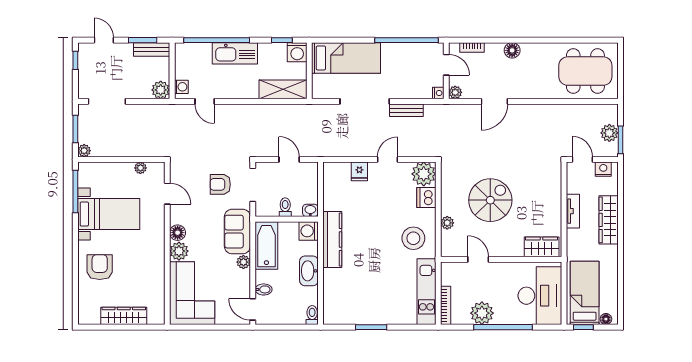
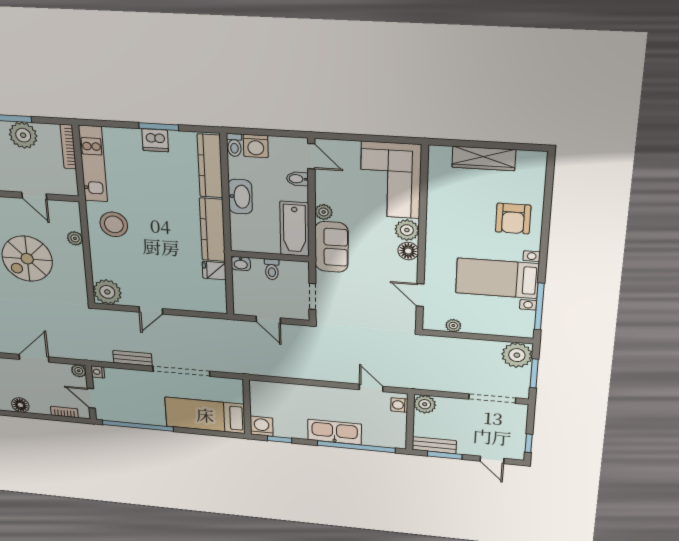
shelving: (283, 89) -> (277, 391), removed
plant: (84, 151) -> (517, 355), width x1.87, depth x1.87
fridge: (359, 171) -> (214, 271), moved, turned -90
armchair: (220, 184) -> (353, 300), removed
doorway: (253, 185) -> (312, 296), width x0.73
dishwasher: (426, 197) -> (155, 140), moved, turned 90
washing machine: (309, 231) -> (256, 146), moved, turned 90
kitchen counter: (332, 296) -> (210, 166), added

